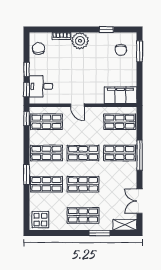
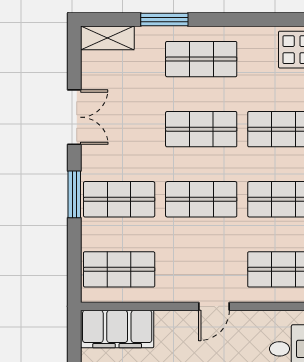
door: (77, 105) -> (214, 306), swing flipped
window: (140, 155) -> (74, 194), width x0.69
double door: (140, 201) -> (74, 117), moved

